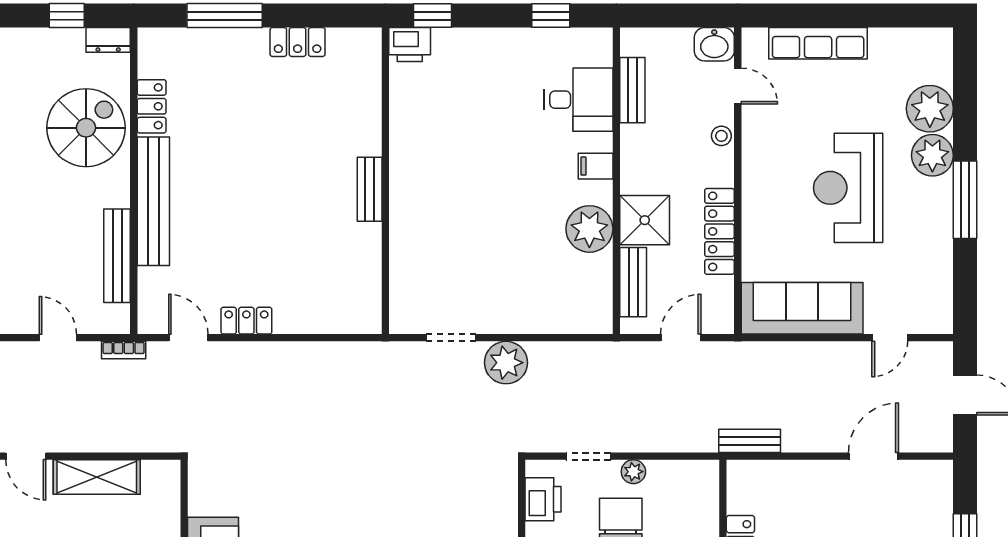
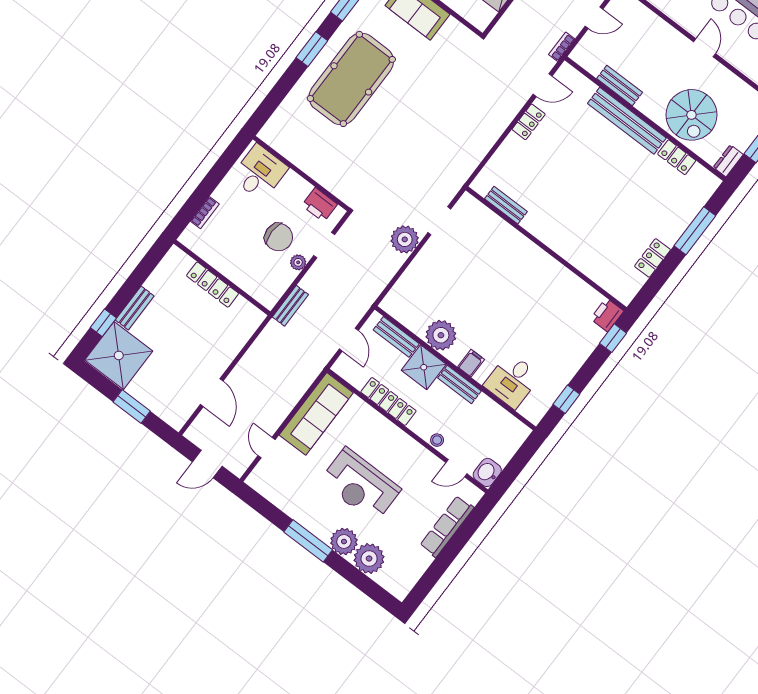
bench: (632, 90) -> (459, 384), moved
reception desk: (848, 188) -> (360, 485), turned 180
bench: (370, 189) -> (506, 205), moved
bench: (117, 256) -> (620, 85), width x0.73
bench: (750, 441) -> (290, 306), moved

